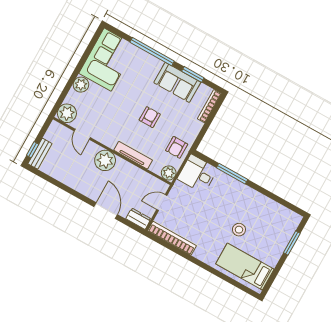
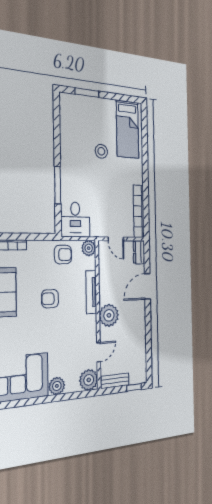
bench: (40, 154) -> (115, 381), moved

